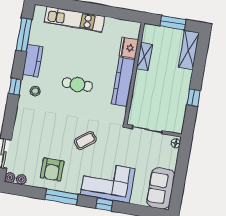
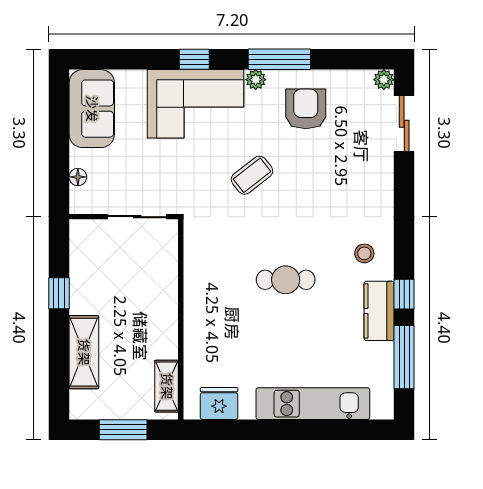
fridge: (129, 48) -> (219, 404), moved, turned -90
shelving: (189, 50) -> (84, 352), moved
shelving: (144, 56) -> (167, 386), moved
kitchen counter: (123, 82) -> (199, 300), removed
window: (15, 86) -> (404, 294), moved
floor lamp: (176, 143) -> (78, 177), moved
plant: (21, 179) -> (256, 80), moved

